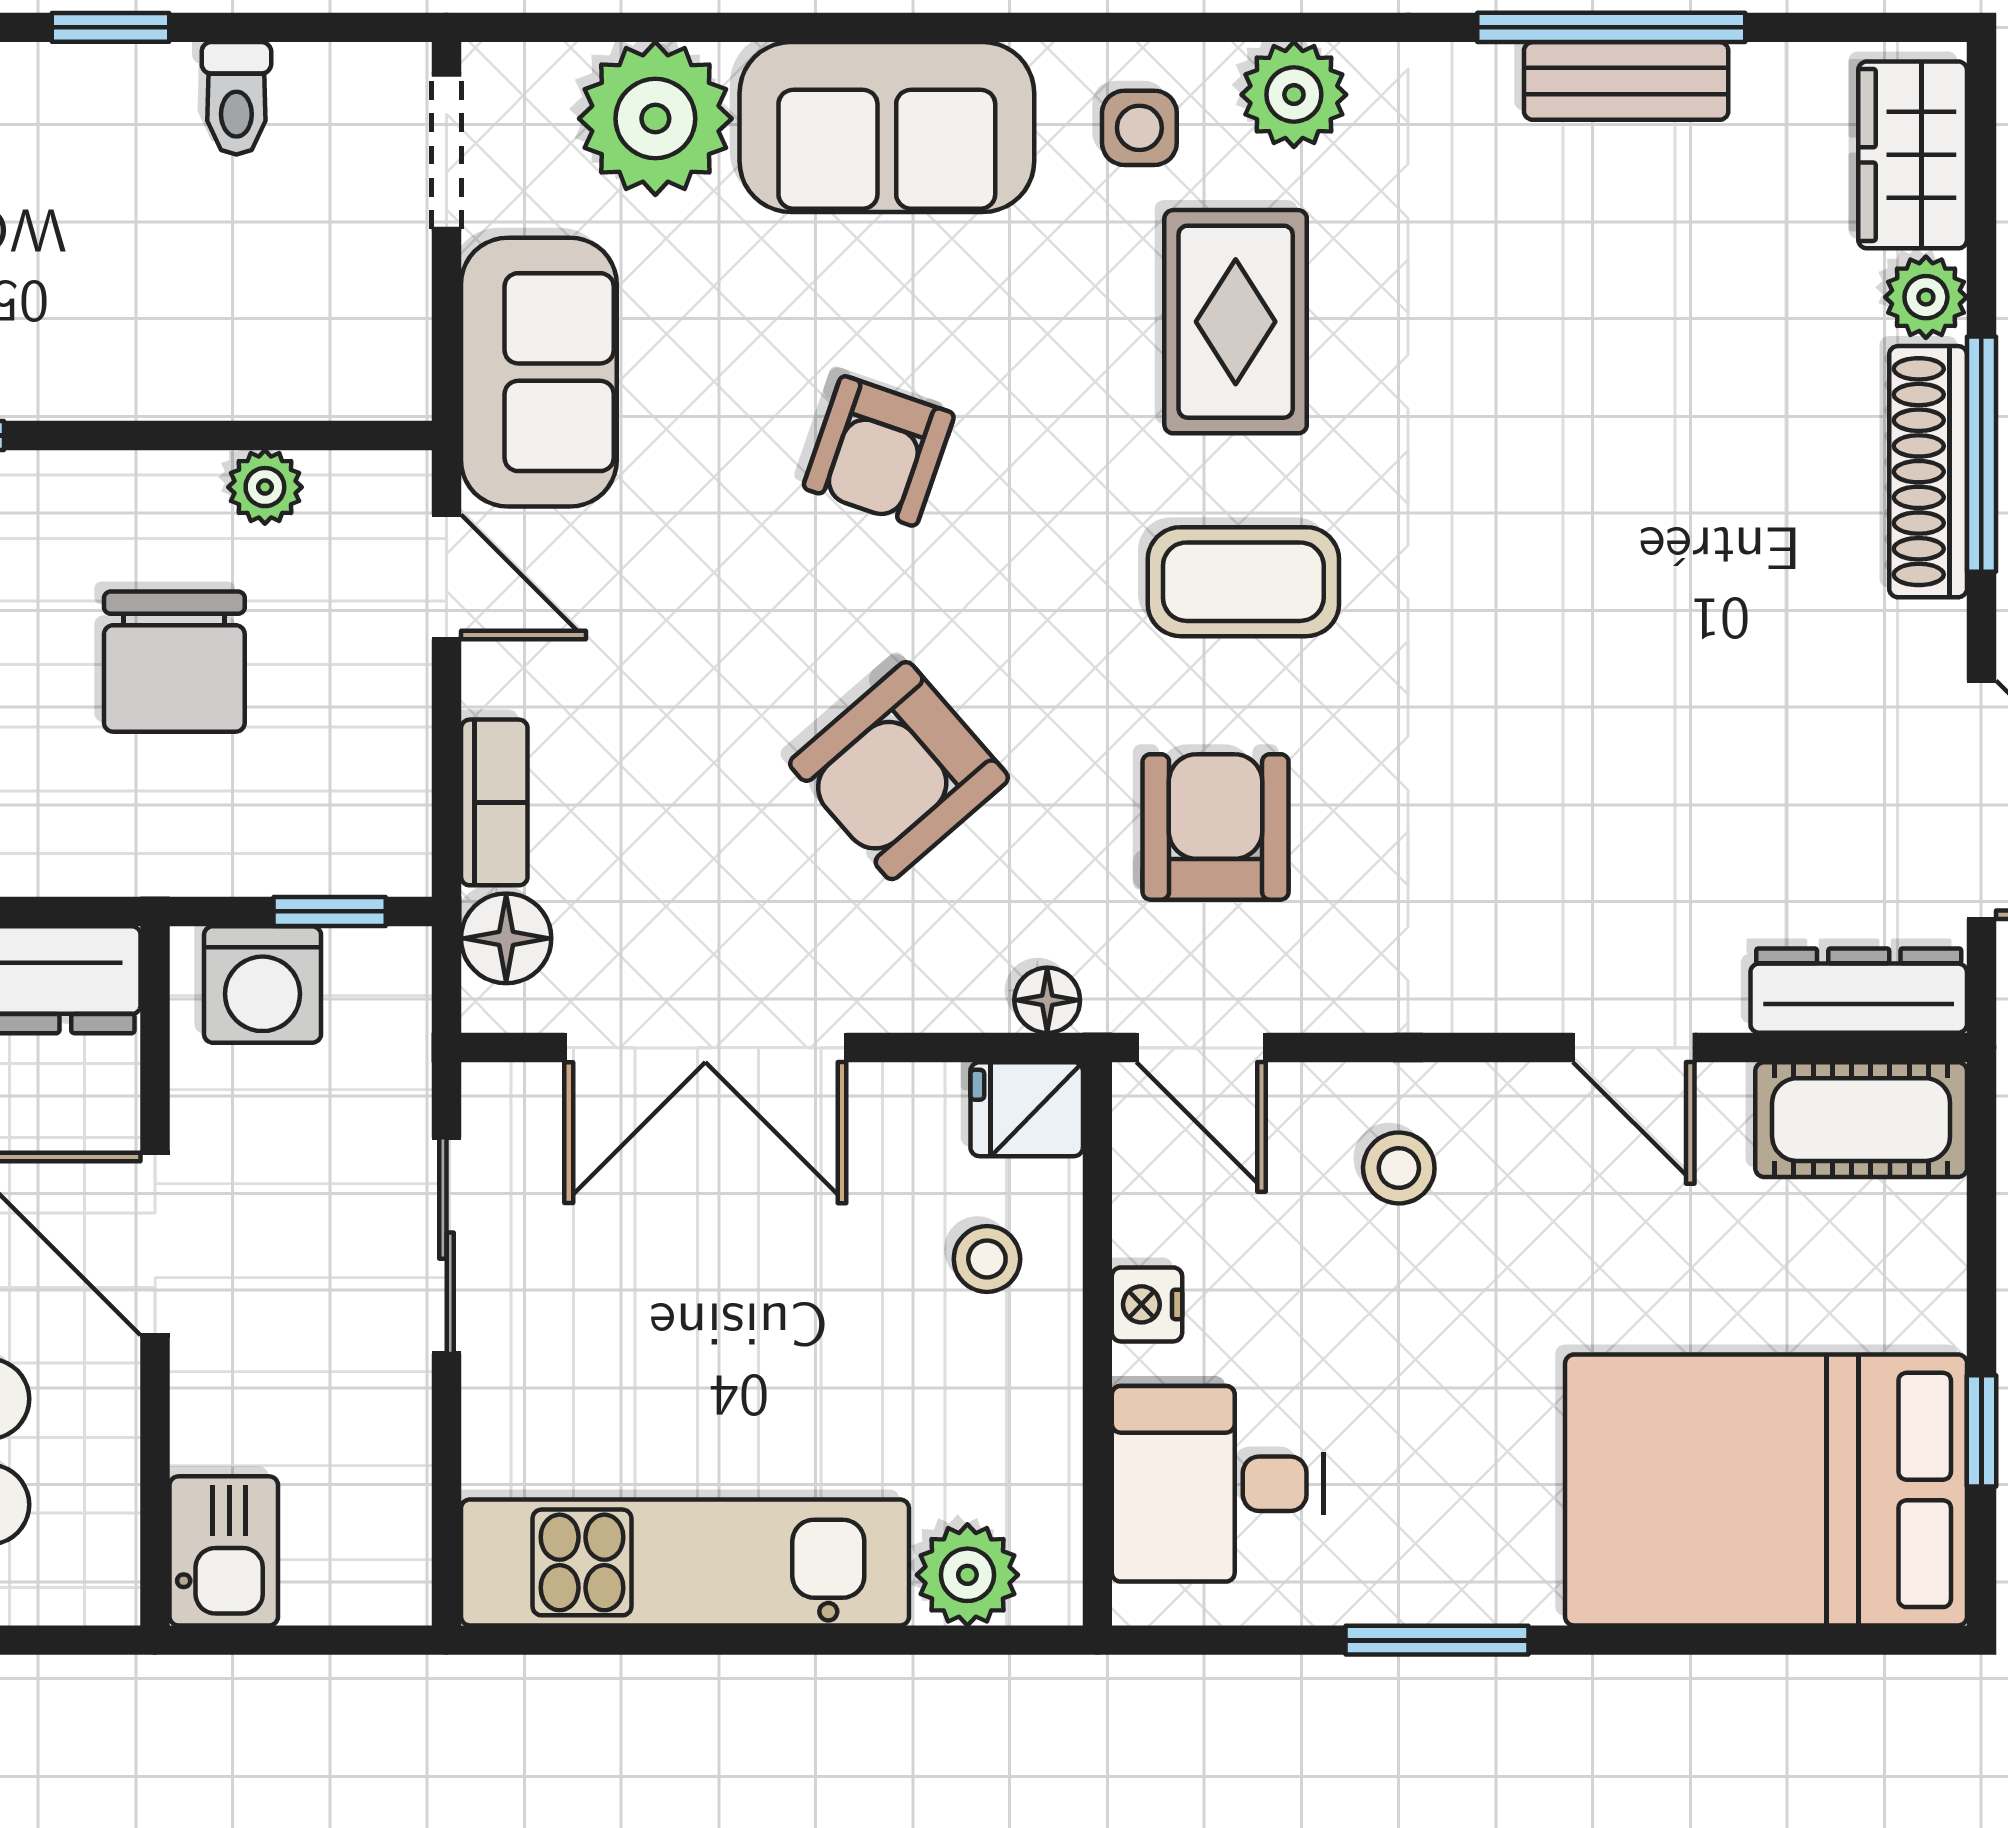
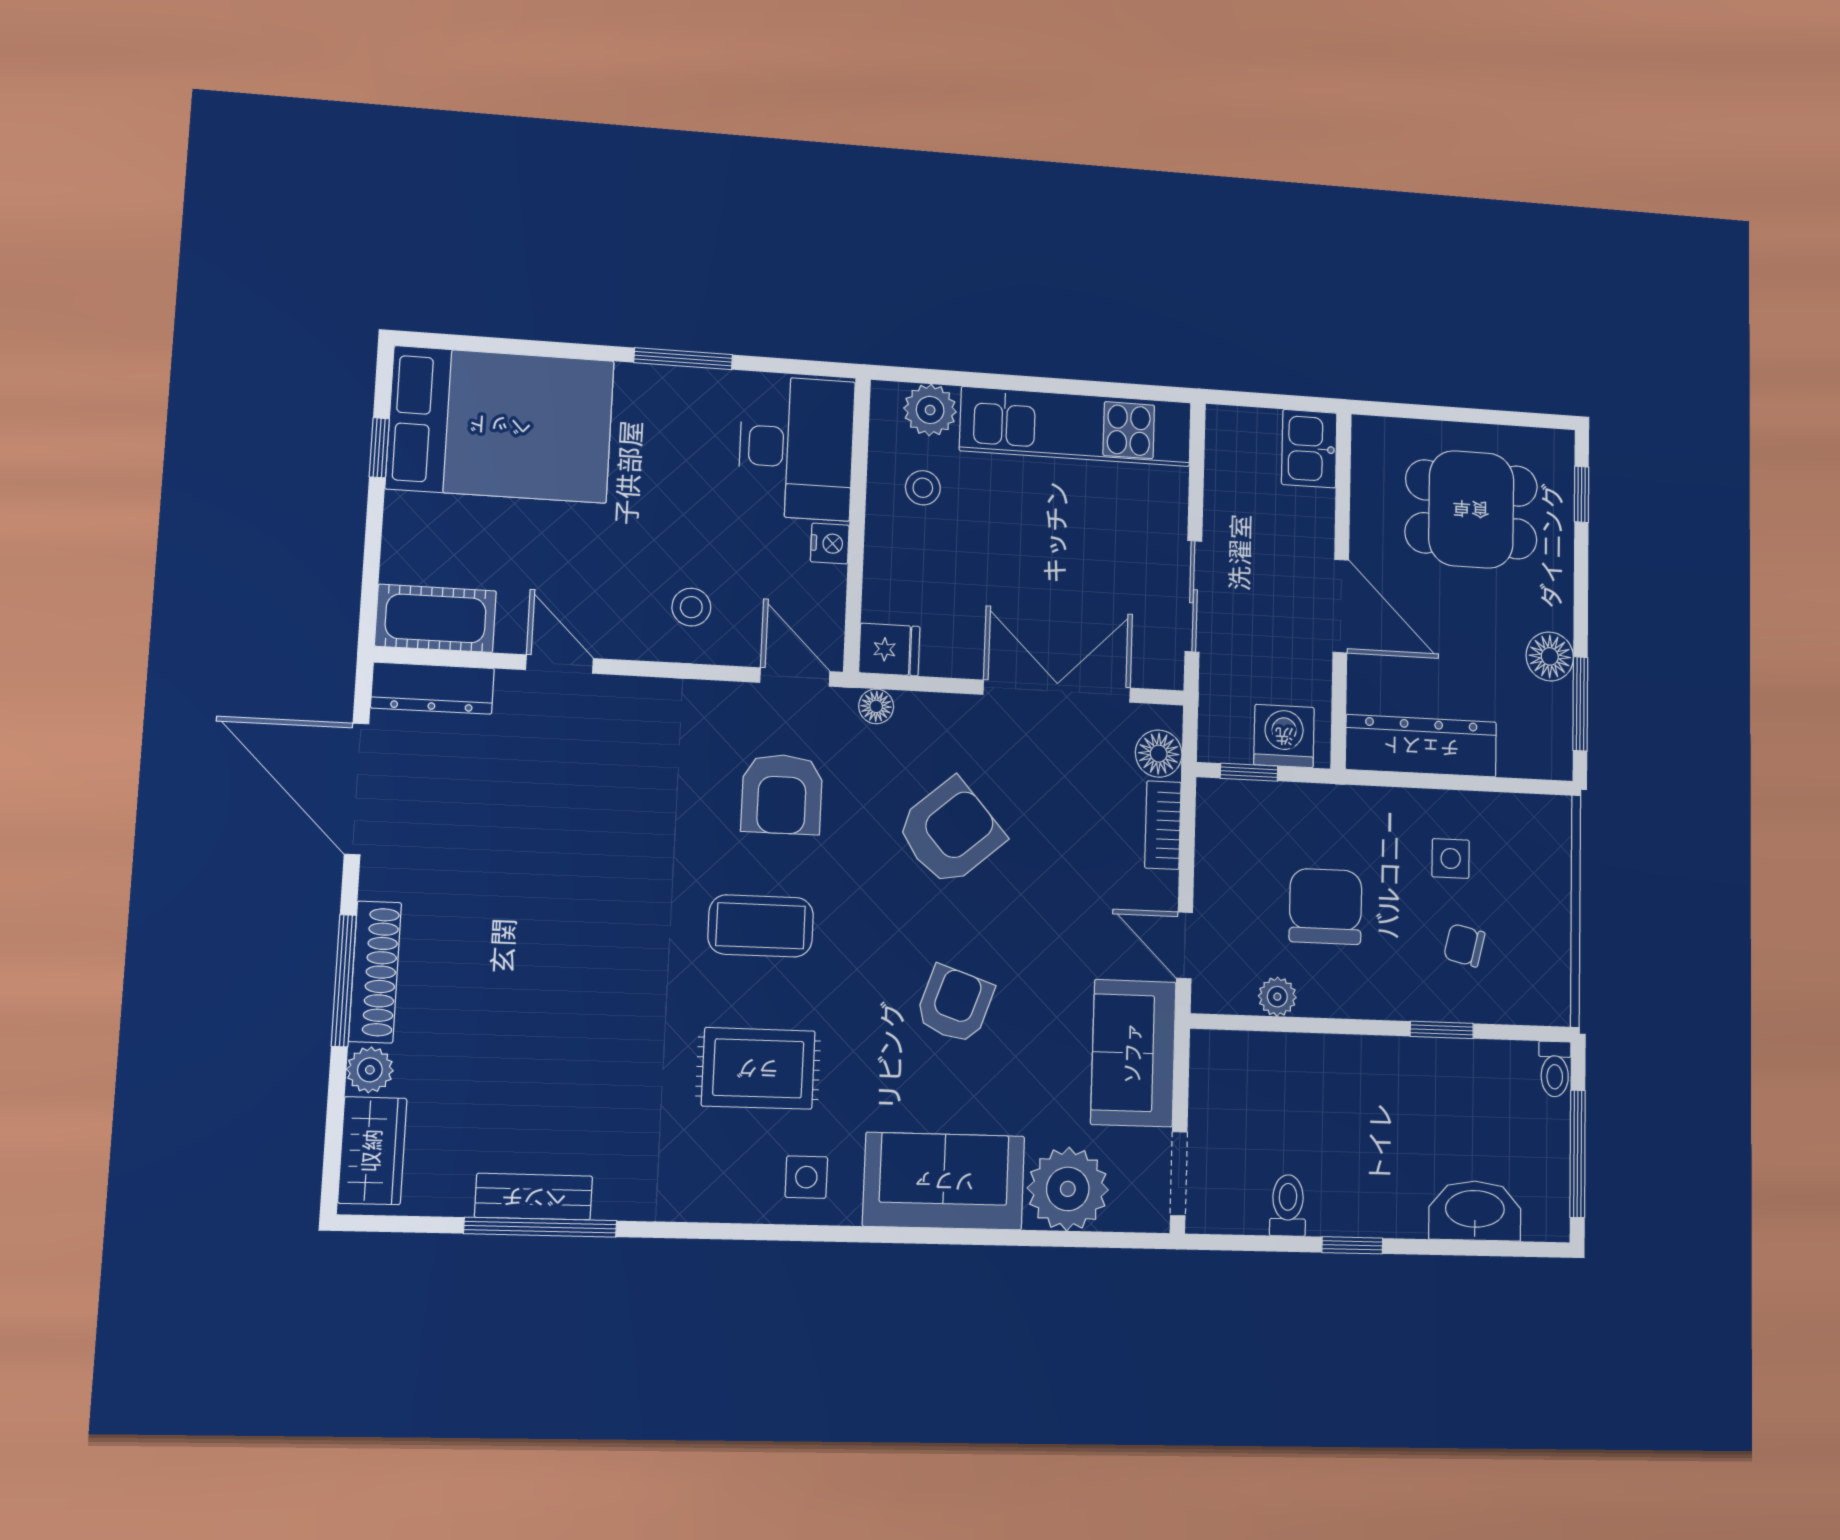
plant: (1294, 95) -> (720, 1194), removed
rug: (1236, 322) -> (758, 1068), turned 90
stool: (987, 1259) -> (923, 488), moved
desk: (1218, 1484) -> (796, 448), width x1.37

